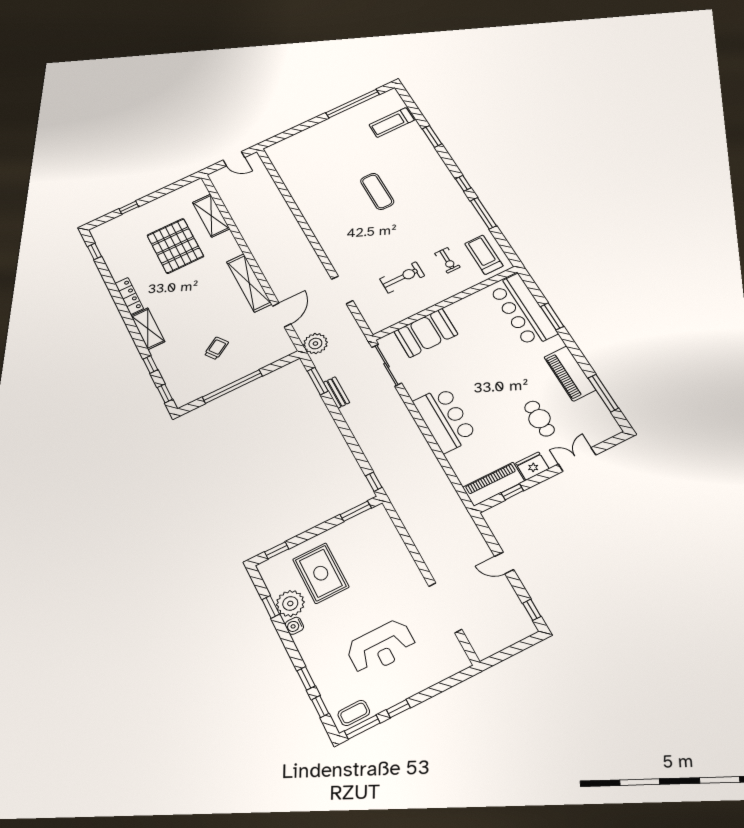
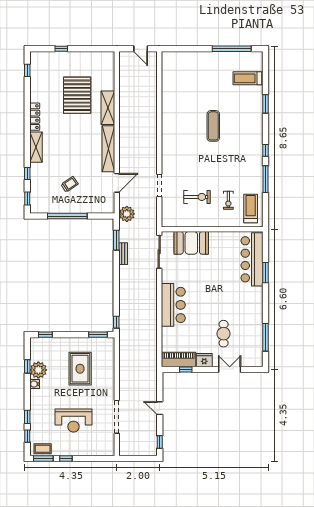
shelving: (211, 216) -> (108, 108), moved
piano: (570, 373) -> (255, 315), removed
rug: (321, 573) -> (80, 369), moved

